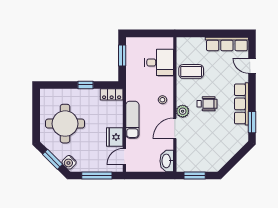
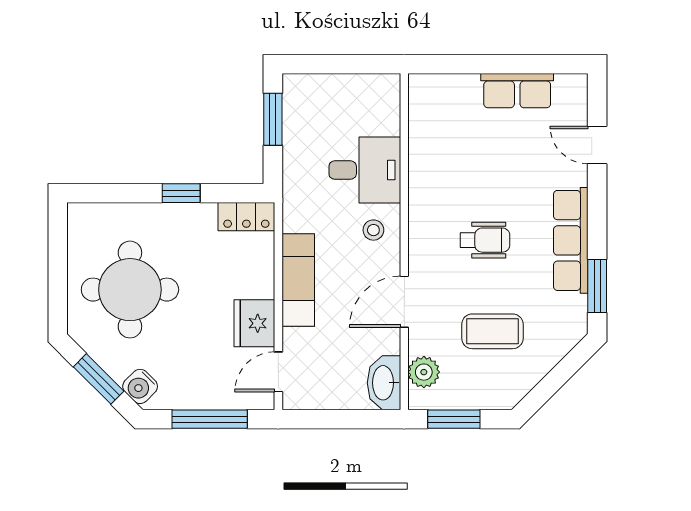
row of seats: (227, 44) -> (517, 91), width x0.68
desk: (159, 62) -> (365, 170), moved
coffee table: (191, 71) -> (492, 331), moved
plant: (183, 111) -> (424, 372), moved

